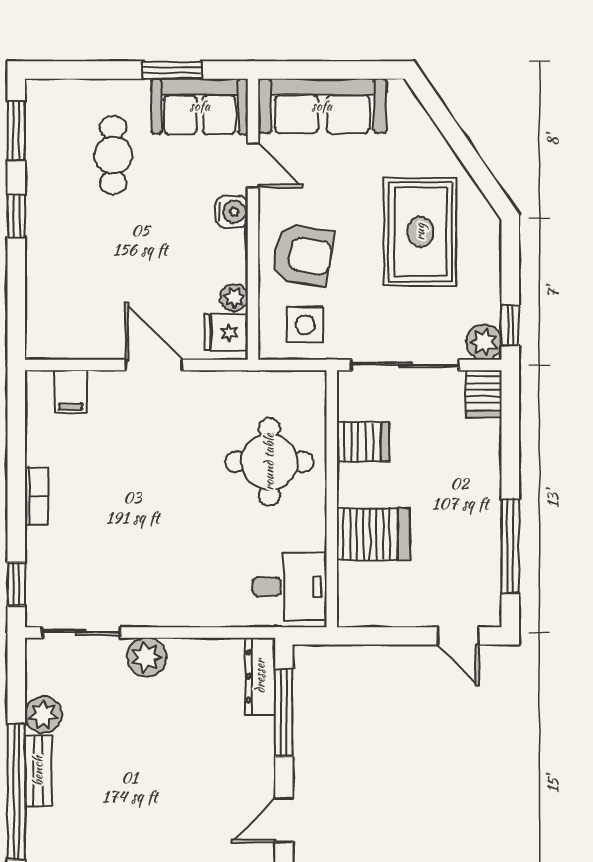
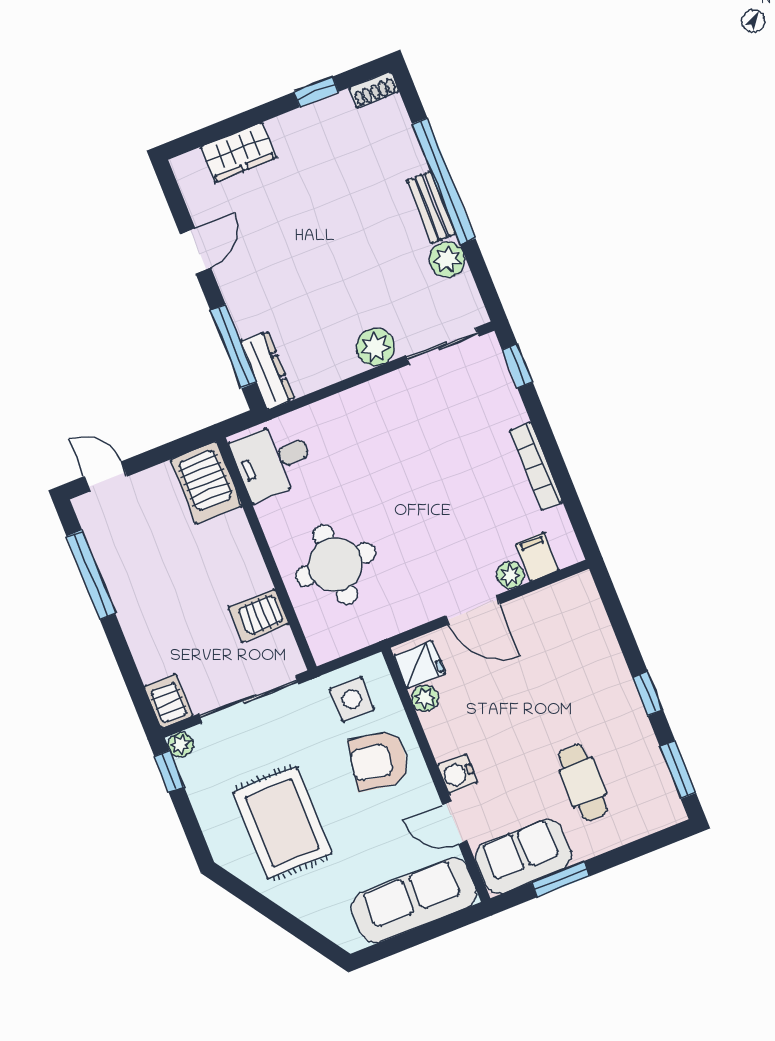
plant: (484, 342) -> (181, 745), width x0.73, depth x0.73
plant: (103, 384) -> (511, 575), added
bookcase: (36, 496) -> (536, 466), width x1.56
server rack: (373, 534) -> (206, 483), moved, turned -90

